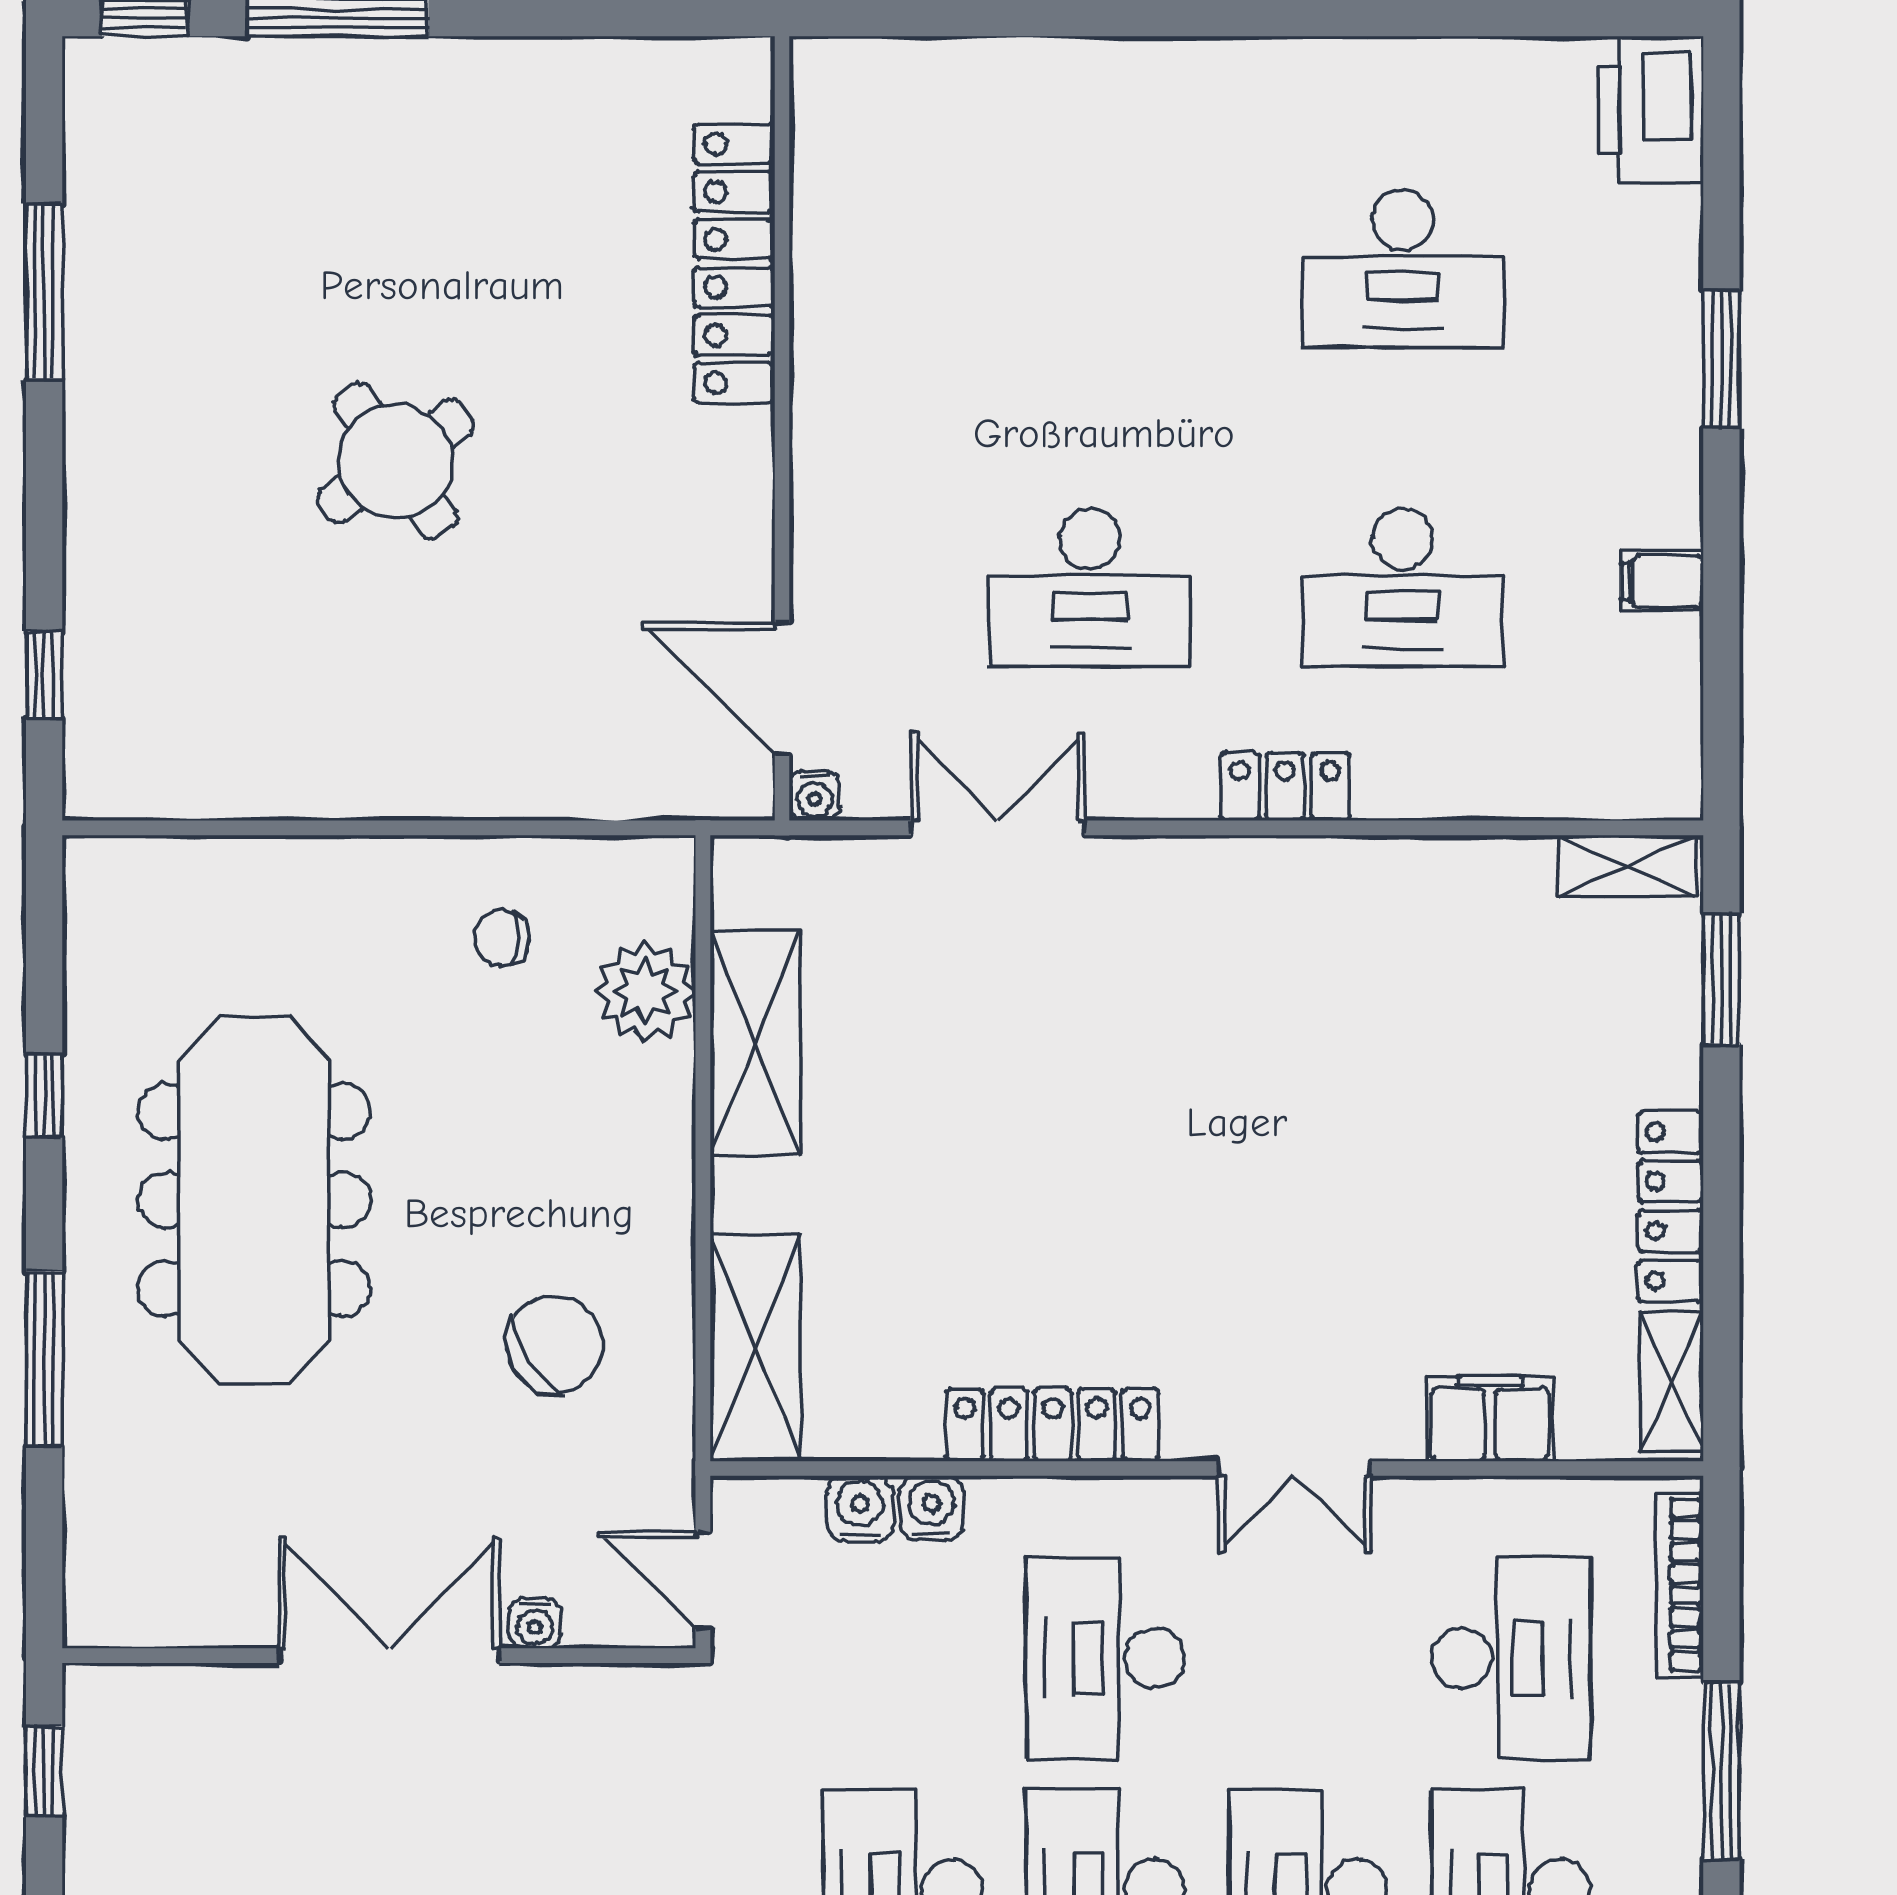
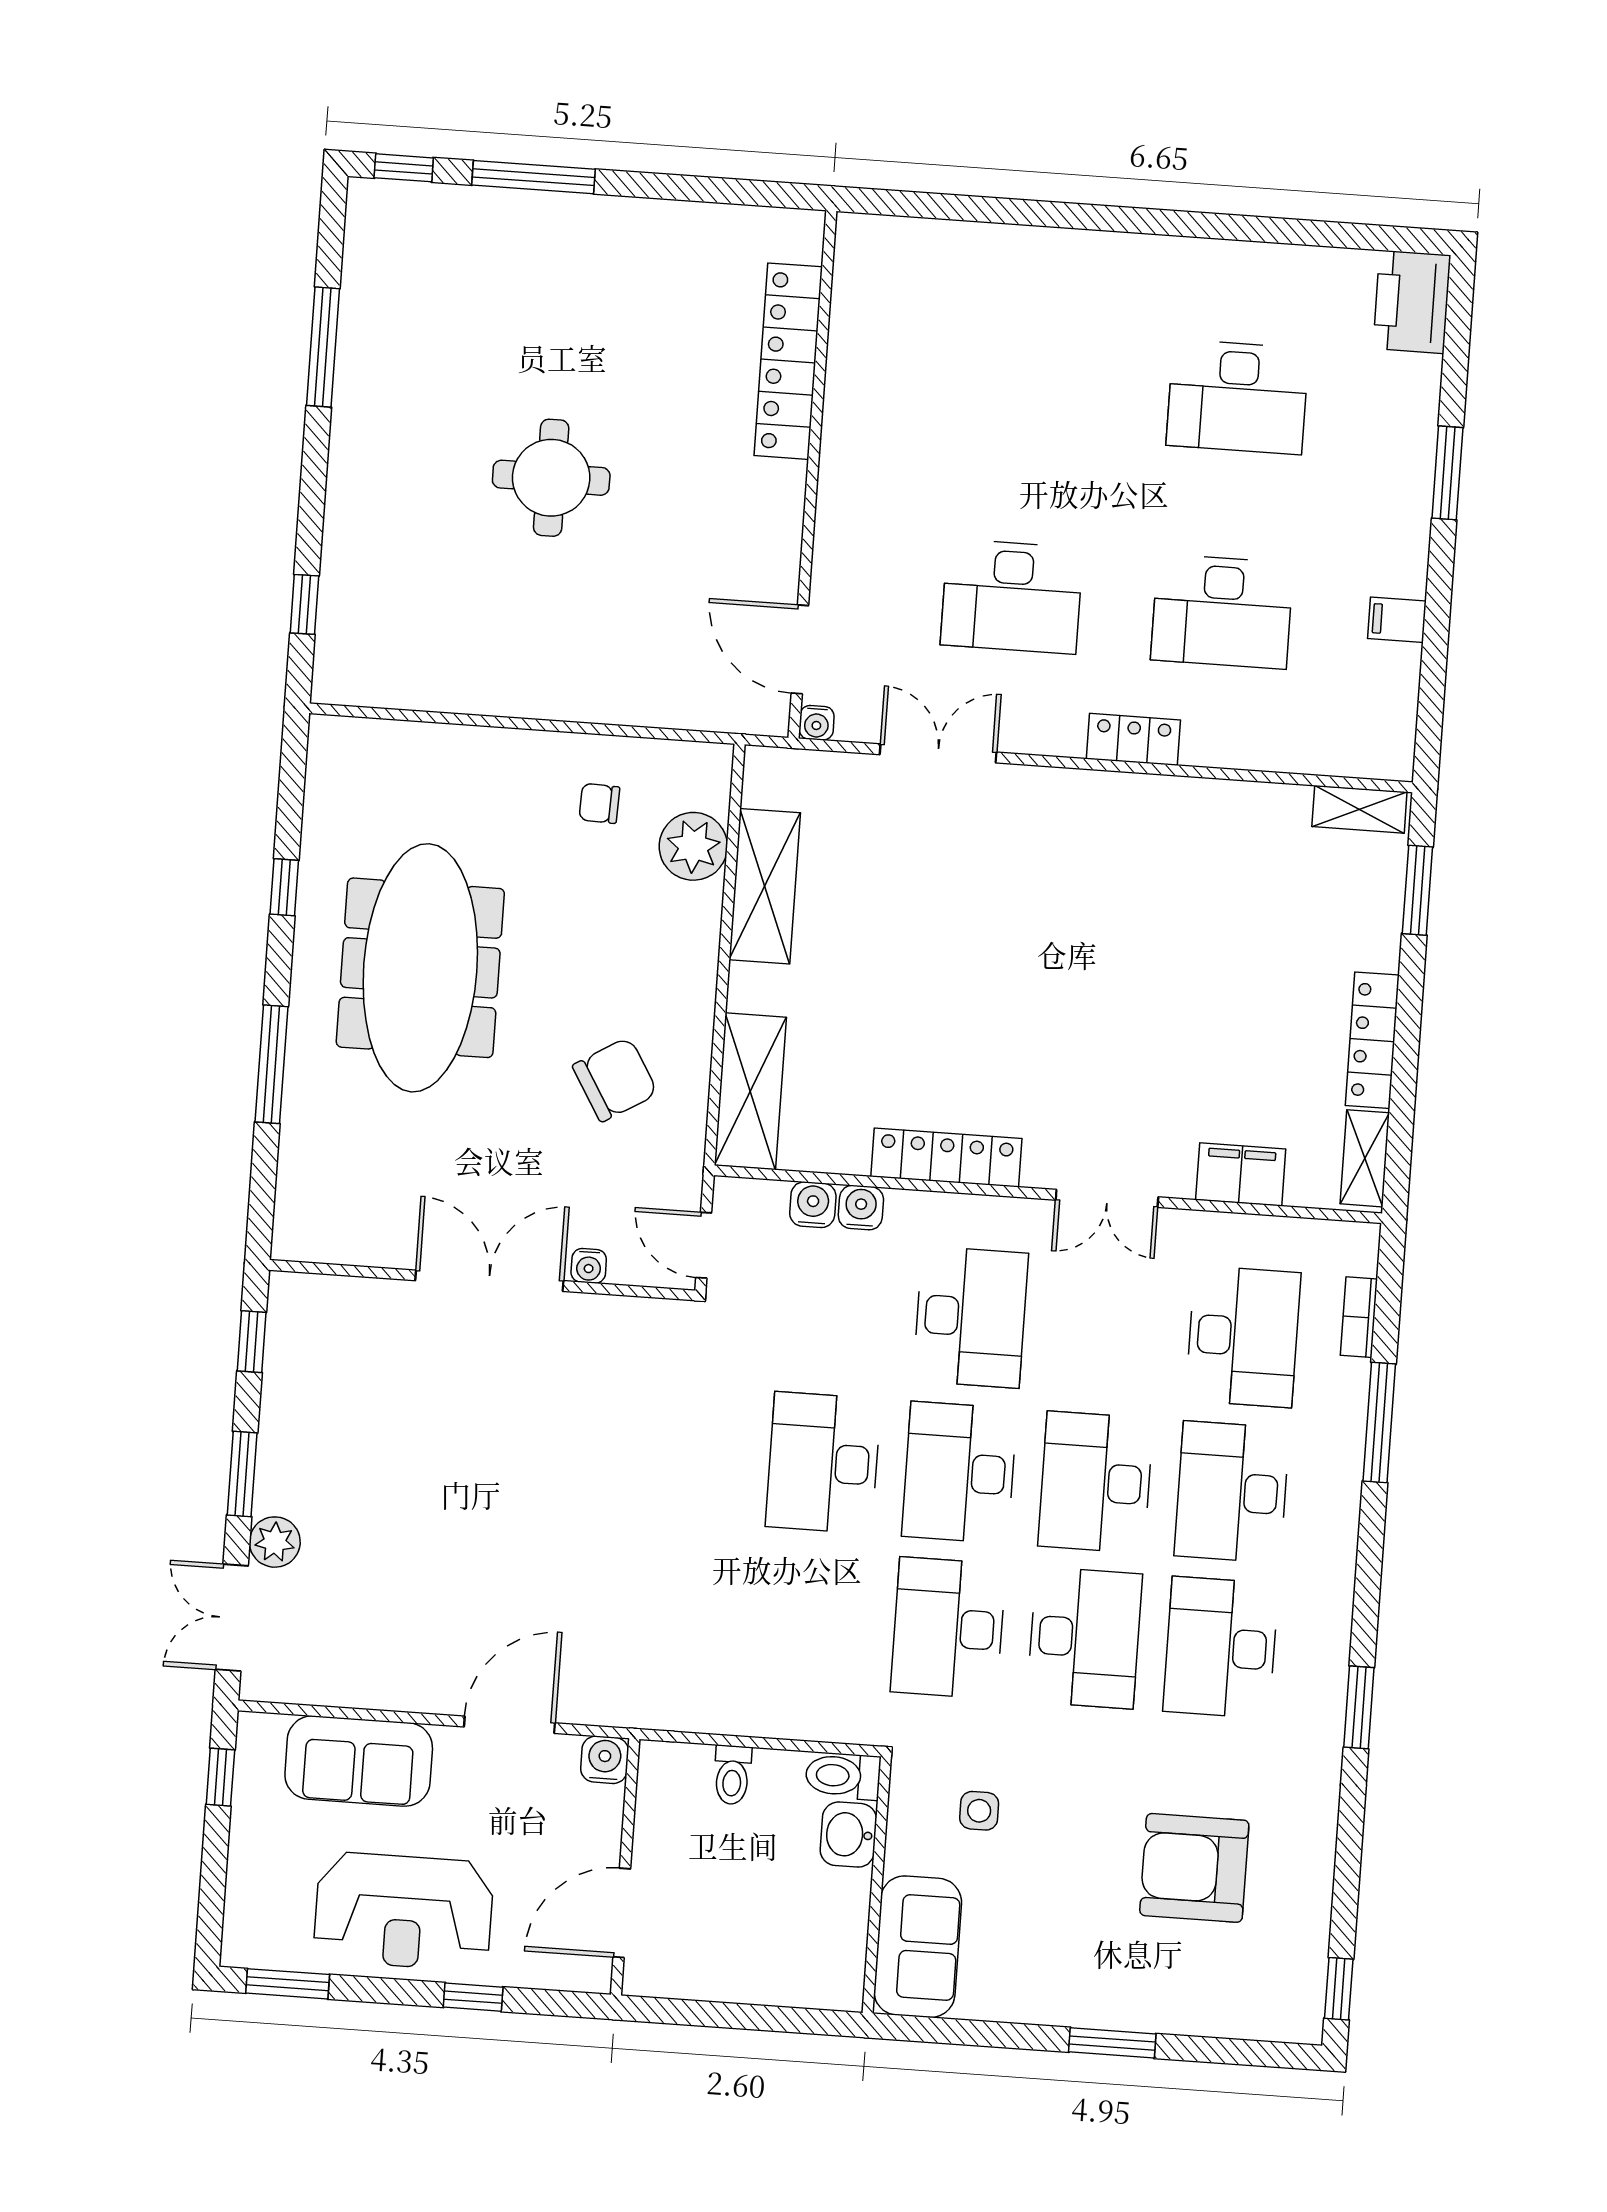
round table: (396, 461) -> (551, 478), turned 35
bookcase: (1680, 1585) -> (1359, 1317), width x0.64
desk: (1105, 1658) -> (971, 1317), turned 180

